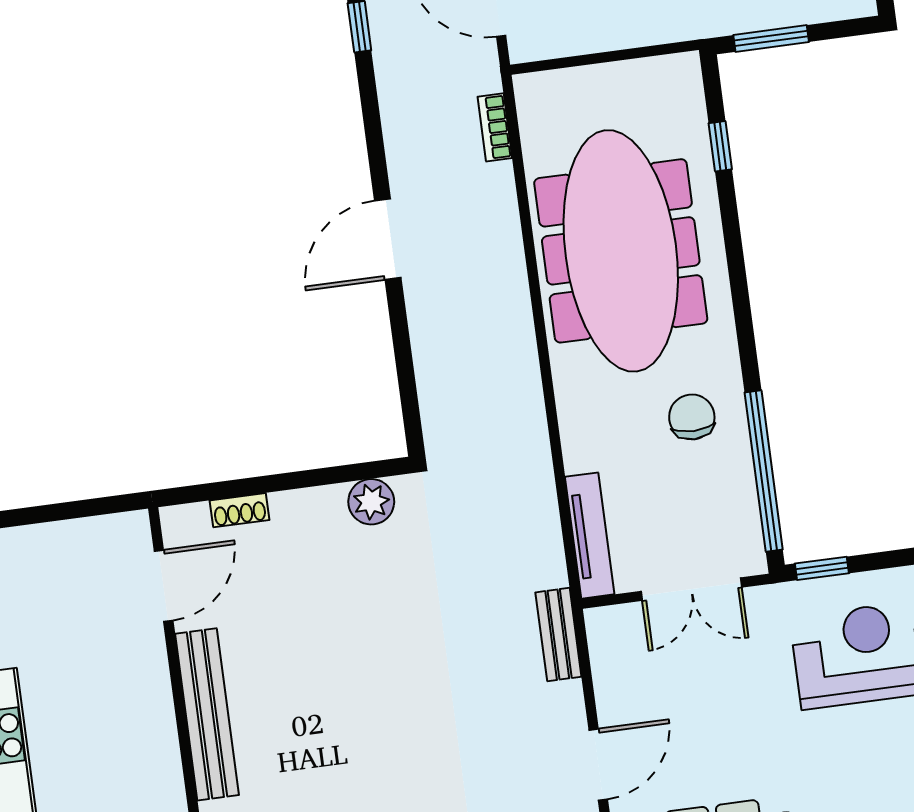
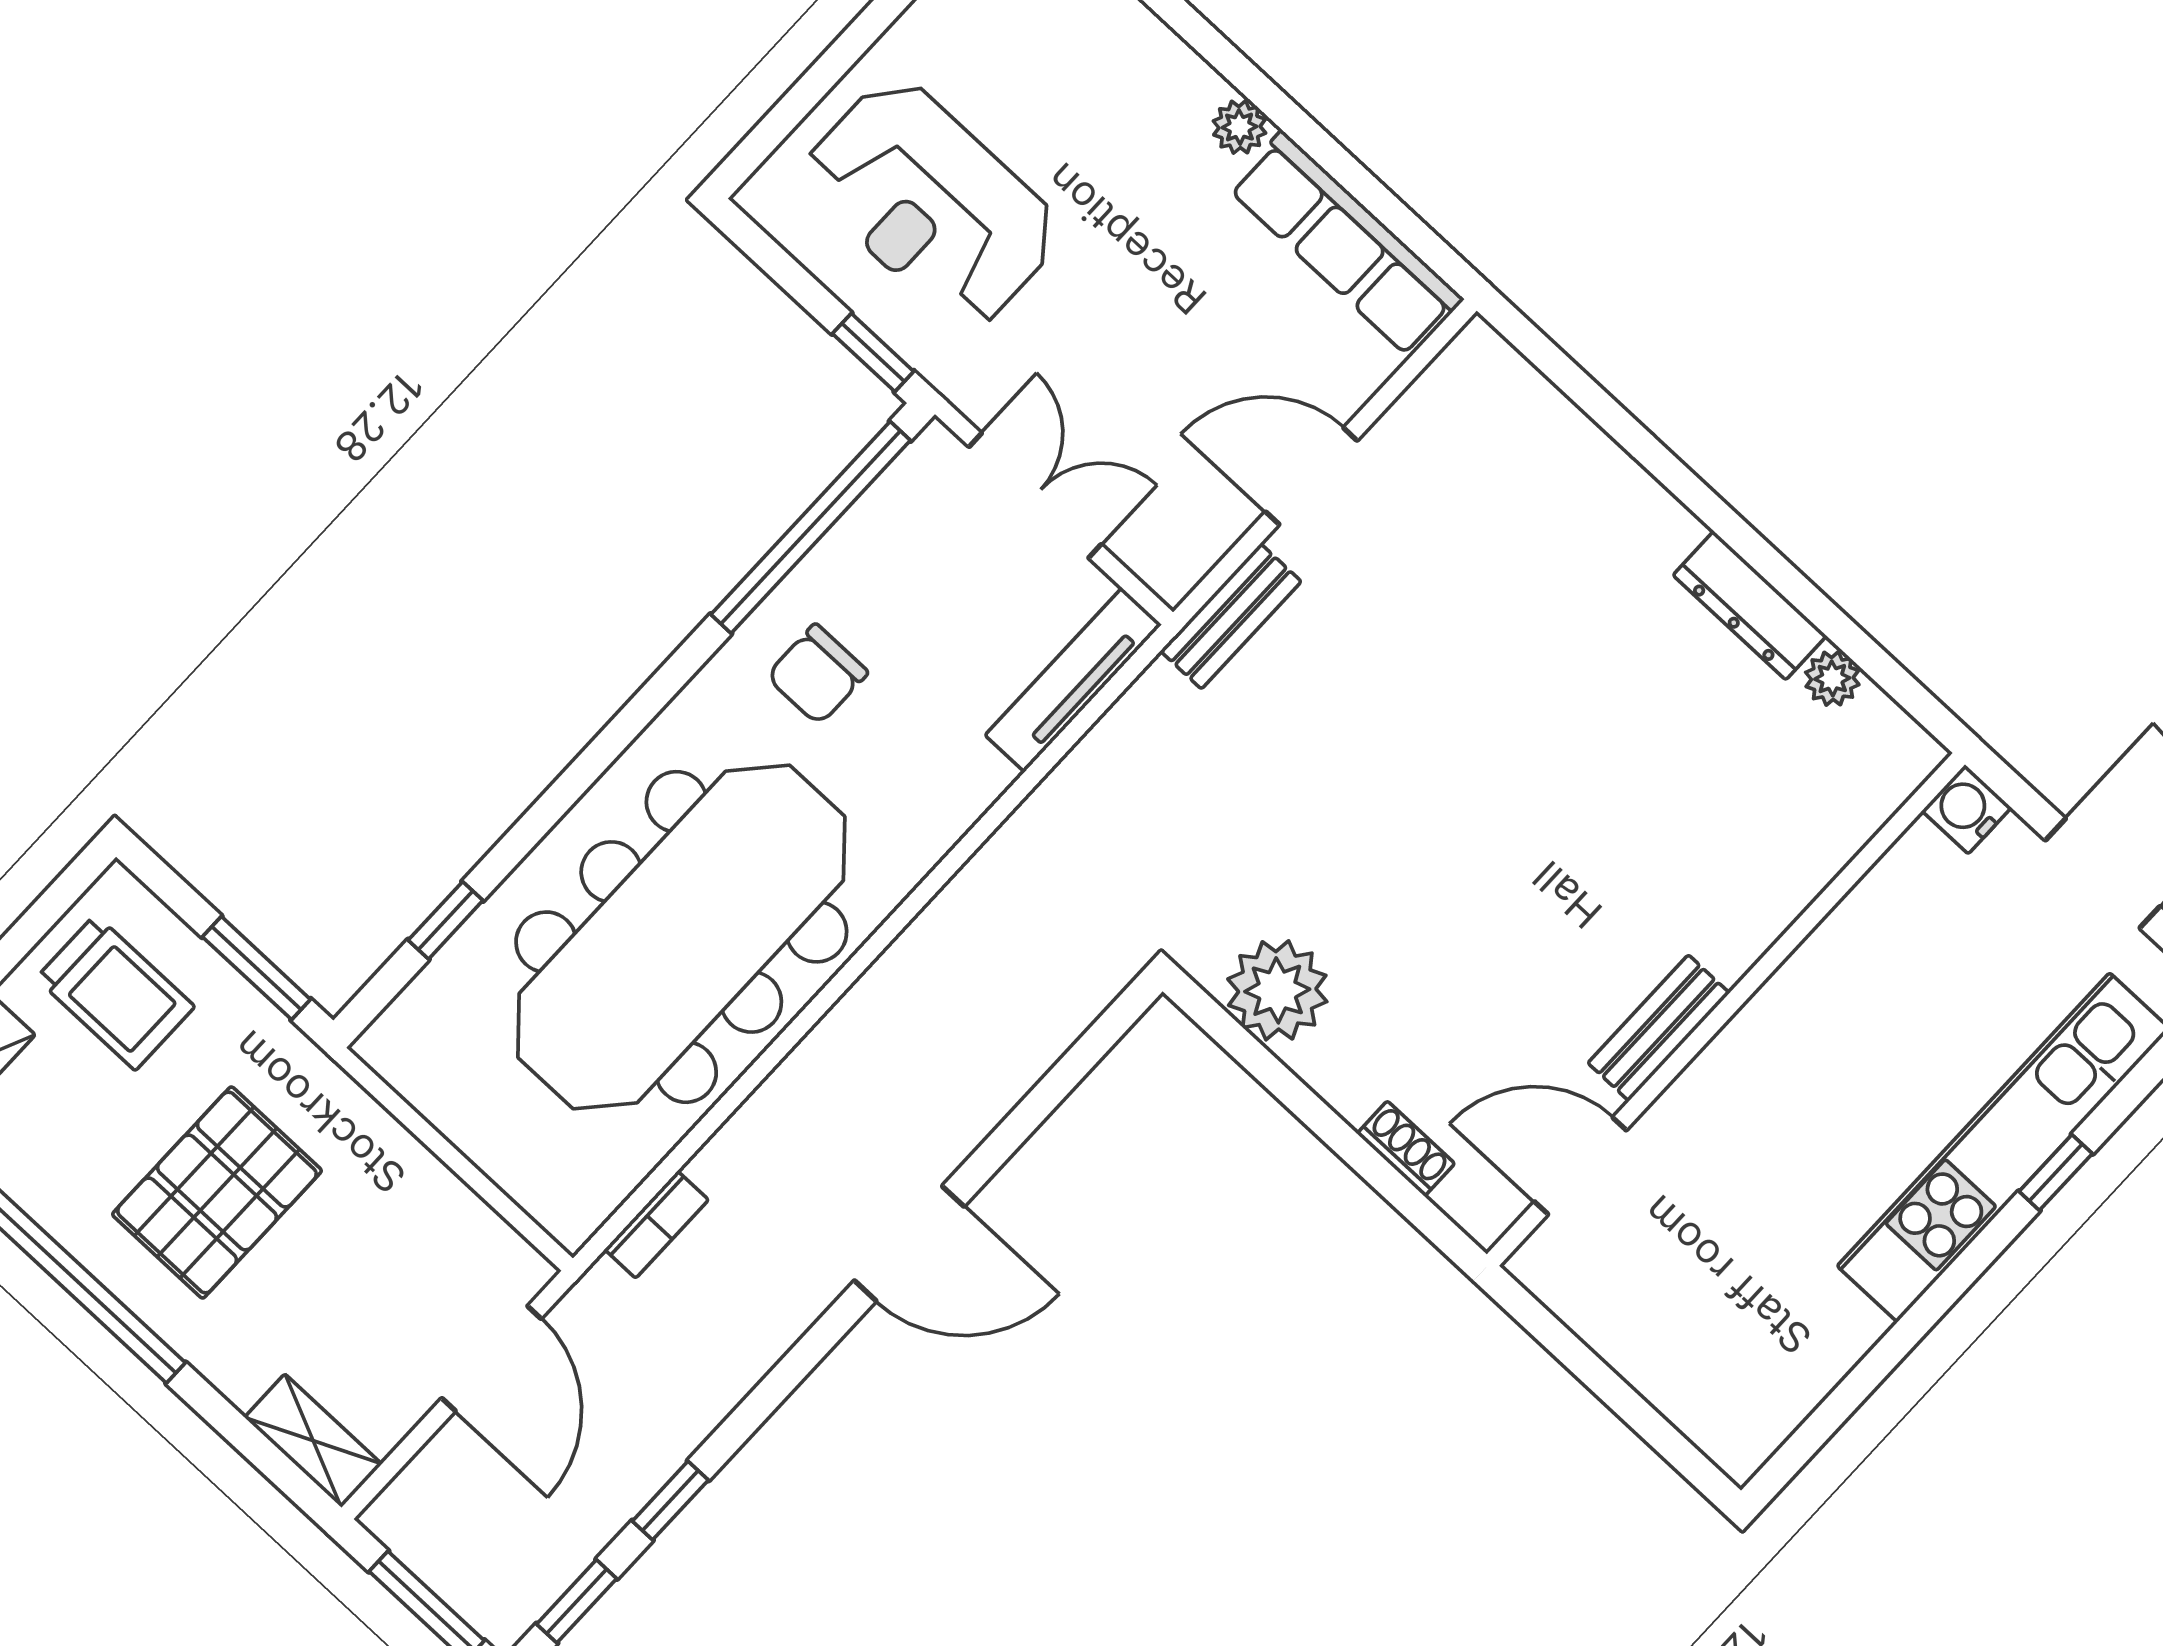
plant: (371, 502) -> (1277, 990), width x1.36, depth x1.36
bench: (207, 714) -> (1659, 1028), width x0.54, depth x0.82
door: (598, 765) -> (1311, 476), moved

